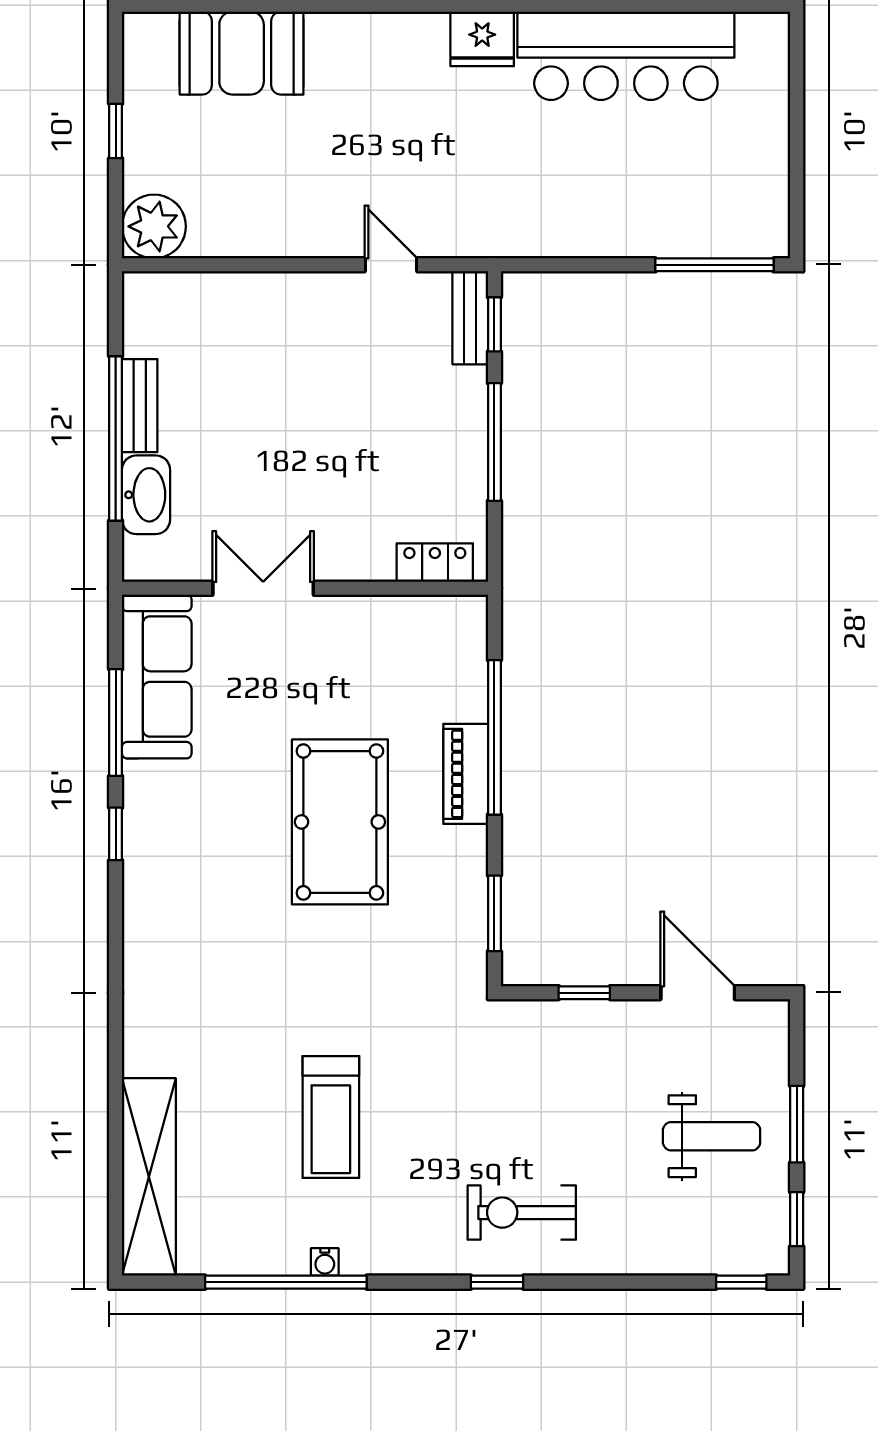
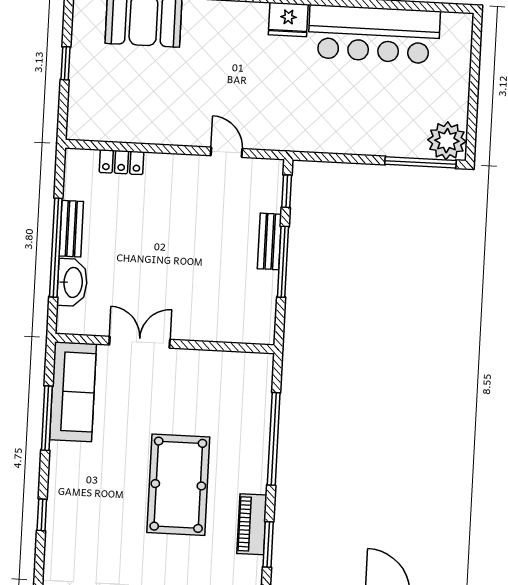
plant: (154, 226) -> (447, 141), moved
bench: (470, 318) -> (269, 241), moved
locker: (435, 563) -> (121, 162), moved, turned 180
piano: (466, 774) -> (252, 524), moved
window: (116, 834) -> (42, 515), moved

